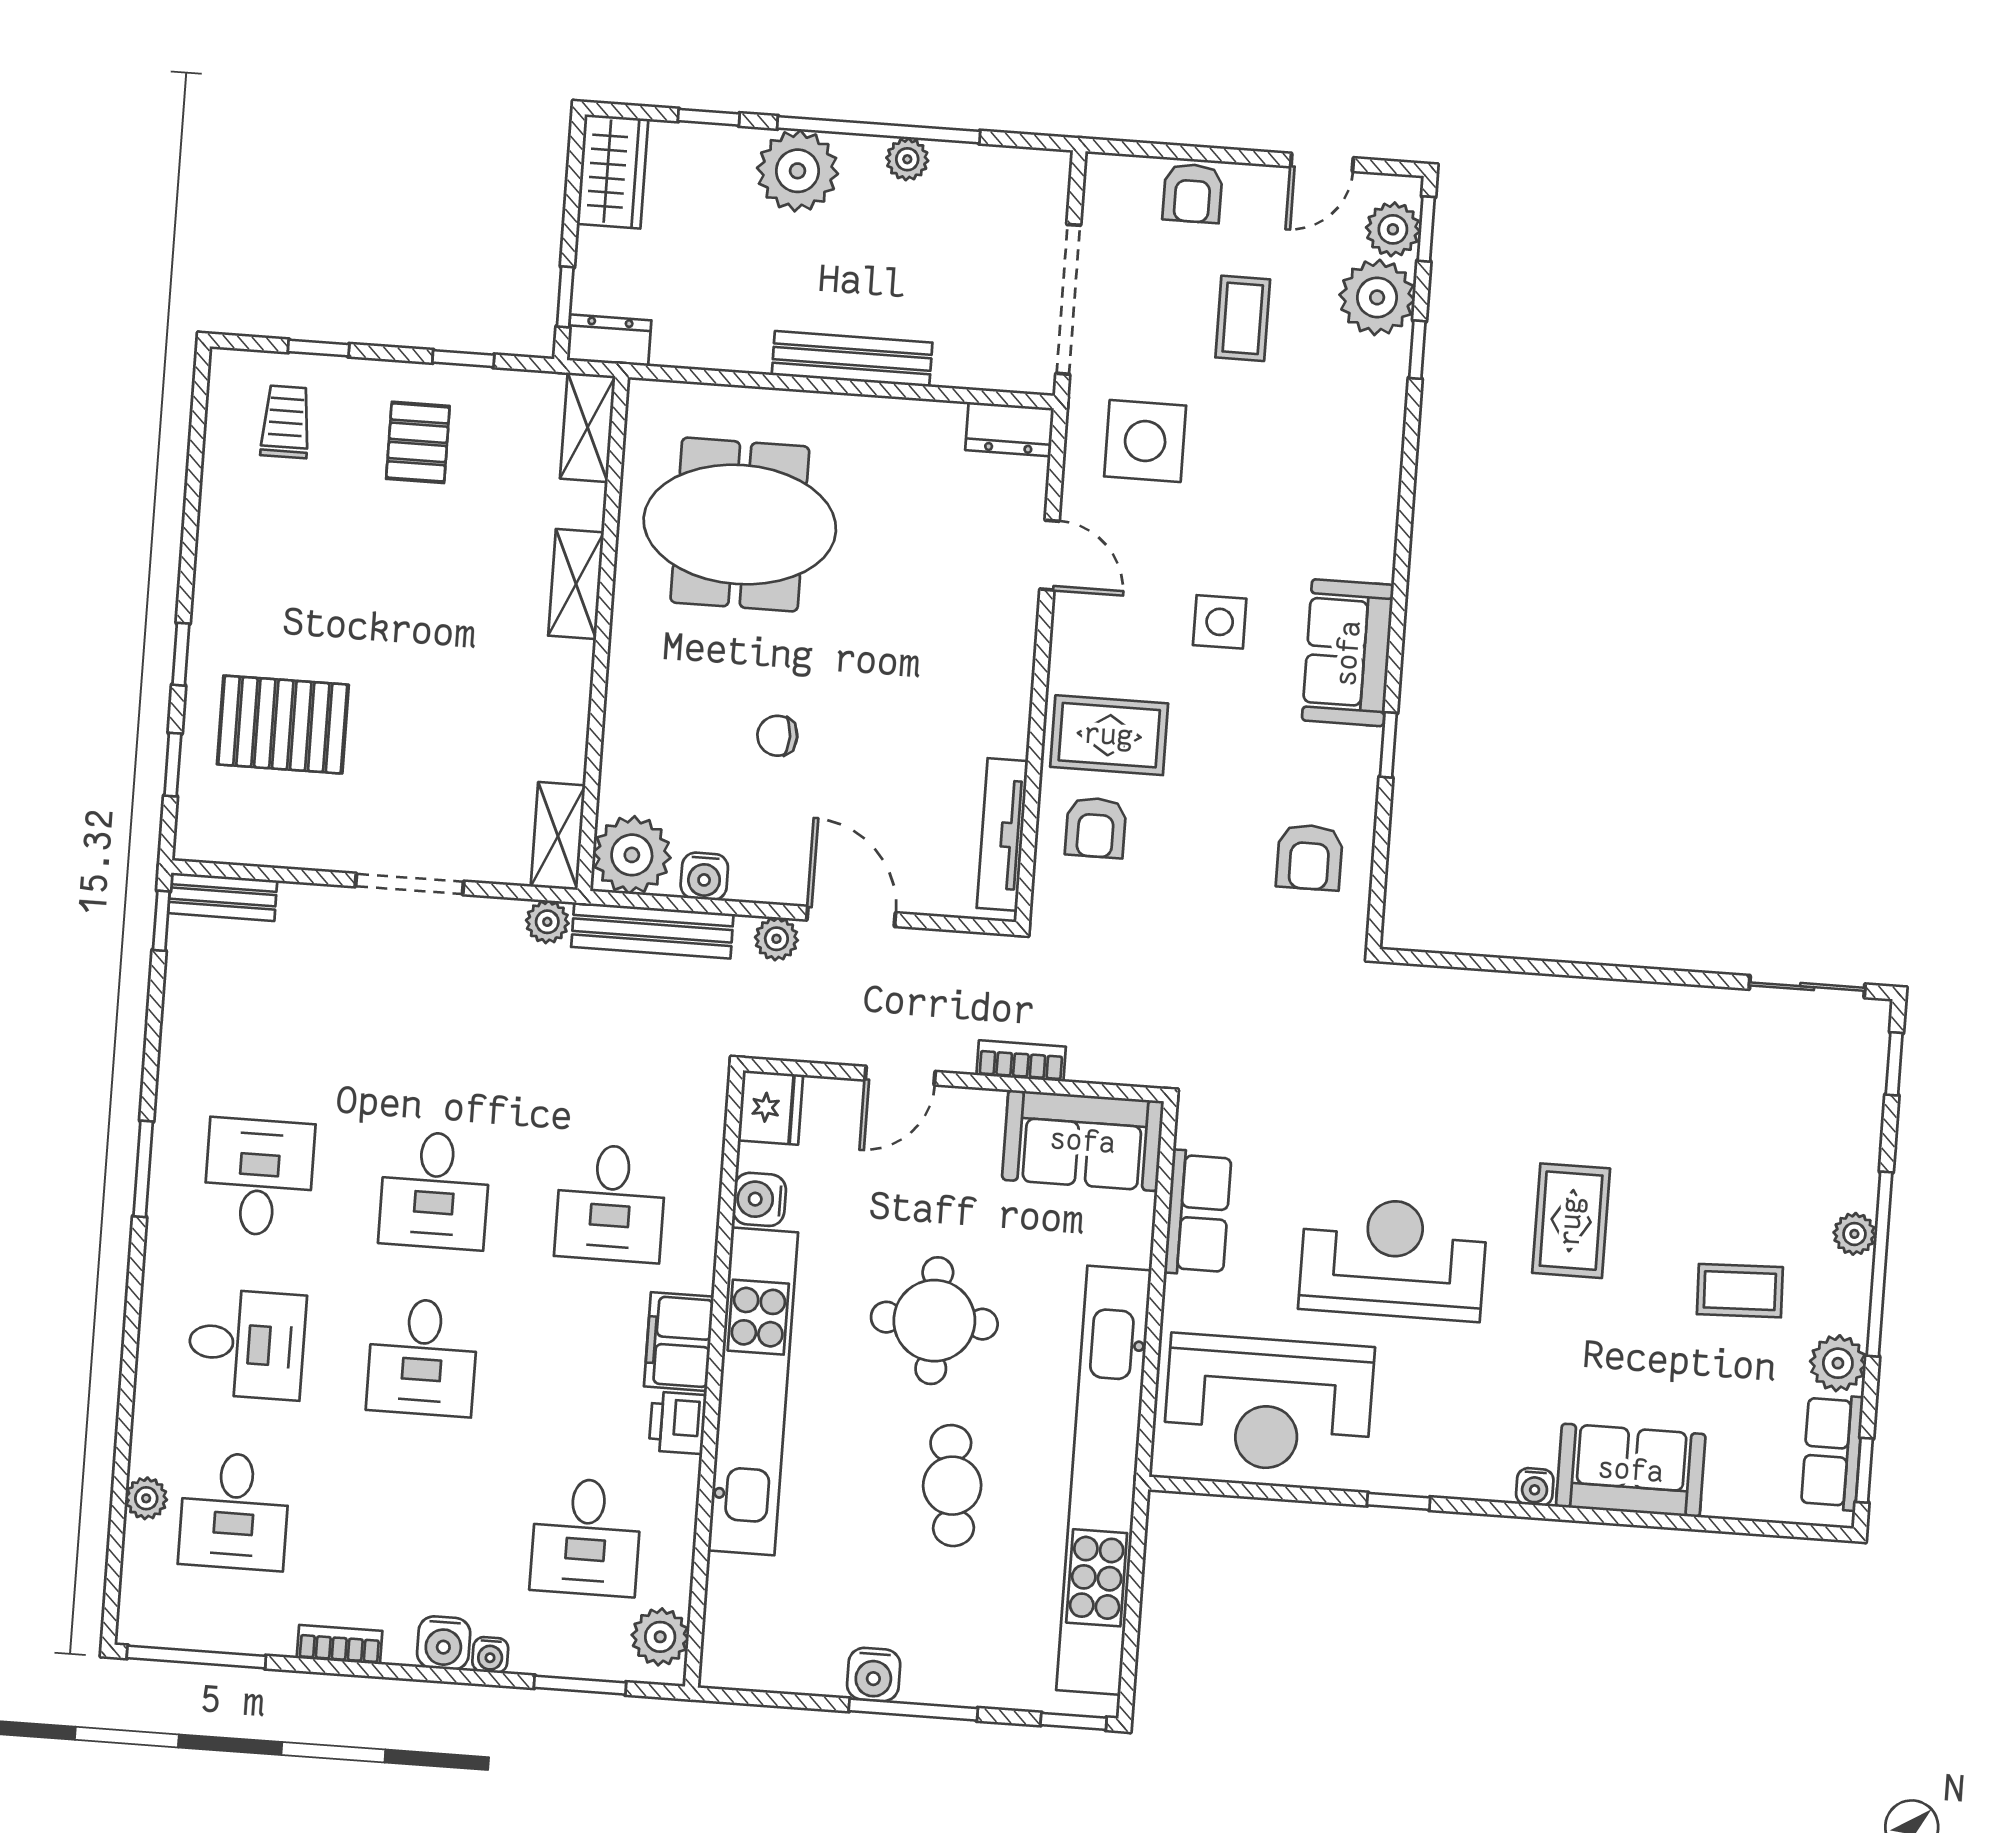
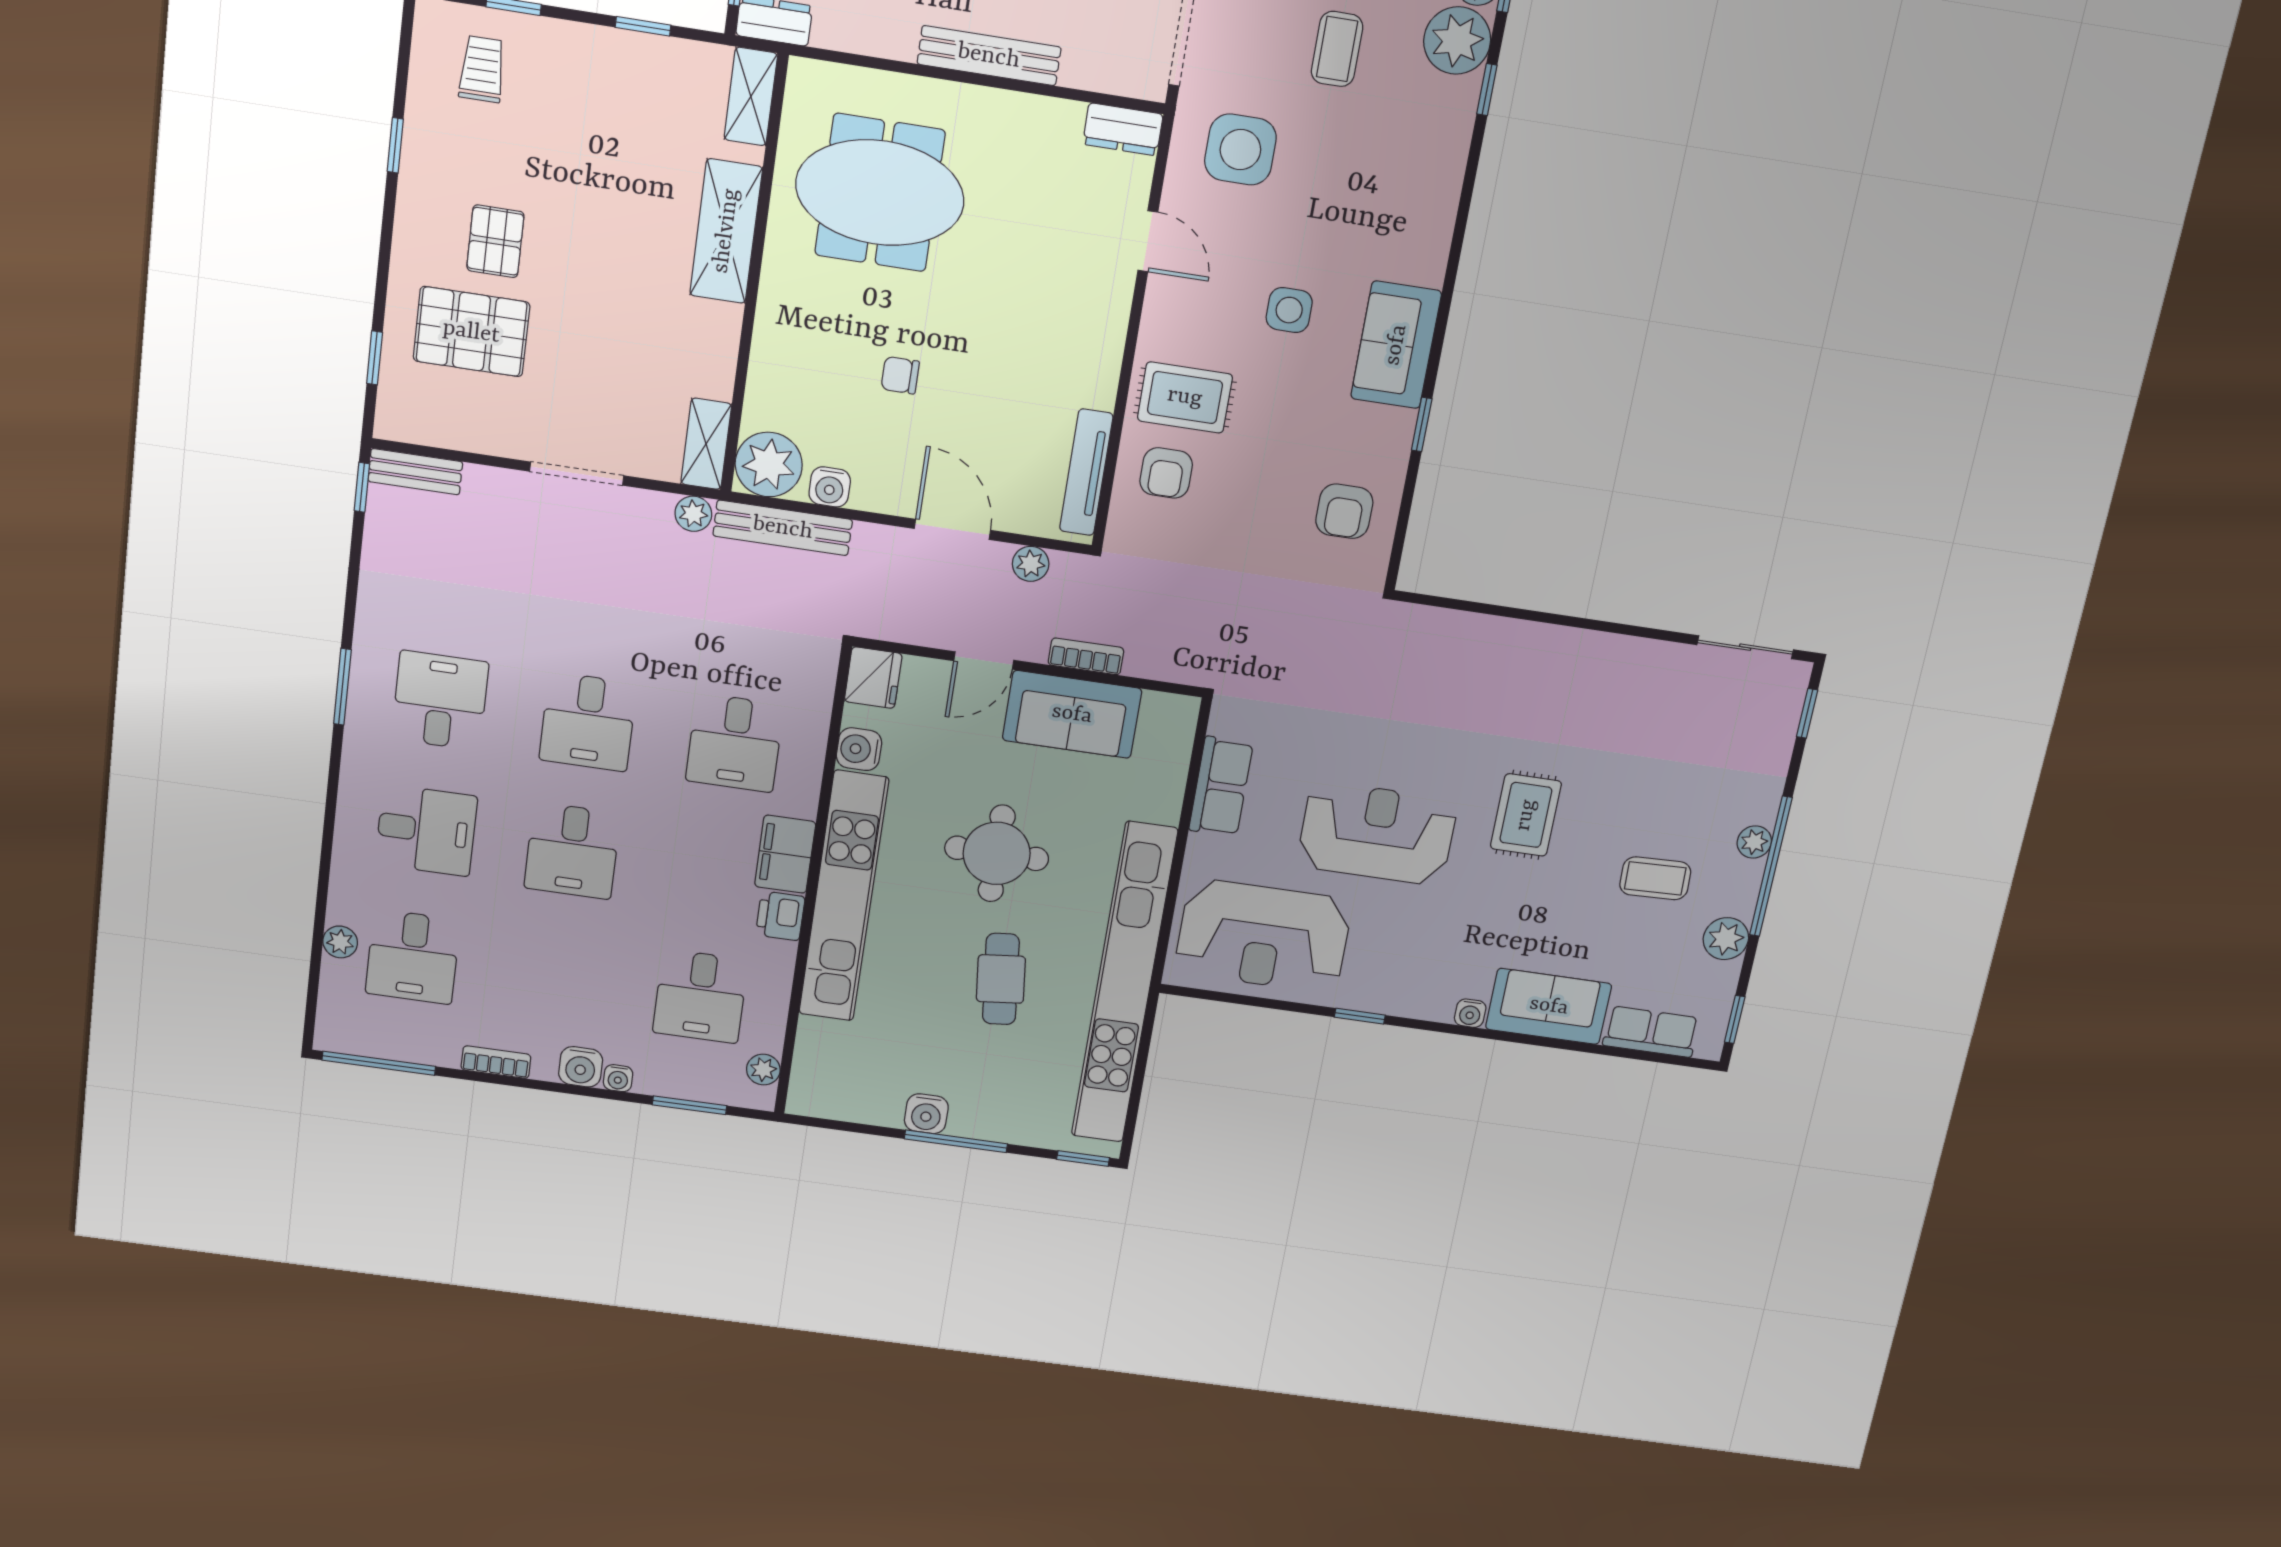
pallet: (418, 442) -> (495, 241), moved
shelving: (576, 584) -> (726, 231), width x1.50, depth x1.33
window: (181, 654) -> (395, 145), moved
plant: (776, 939) -> (1031, 564), moved
sofa: (1083, 1141) -> (1072, 714), moved
row of seats: (1832, 1452) -> (1651, 1032), moved, turned 90
plant: (660, 1637) -> (763, 1070), width x0.73, depth x0.73

